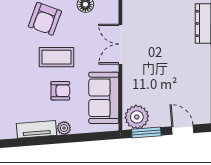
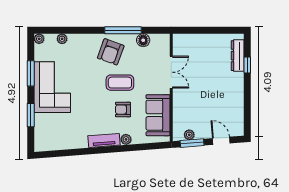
double door: (120, 44) -> (171, 72), swing flipped
armchair: (60, 91) -> (123, 110), turned 180
plant: (137, 117) -> (189, 135), width x0.53, depth x0.53

